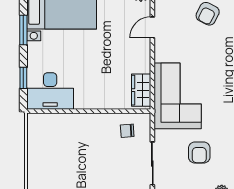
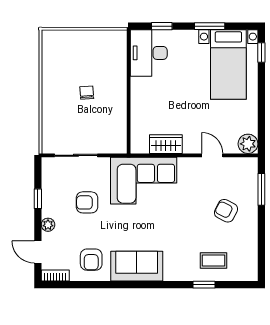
wardrobe: (141, 90) -> (166, 144), moved
chair: (127, 131) -> (87, 93), moved

